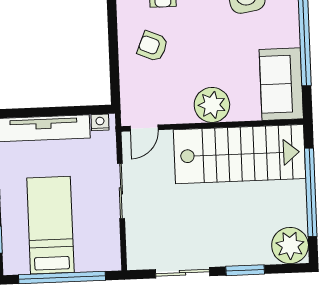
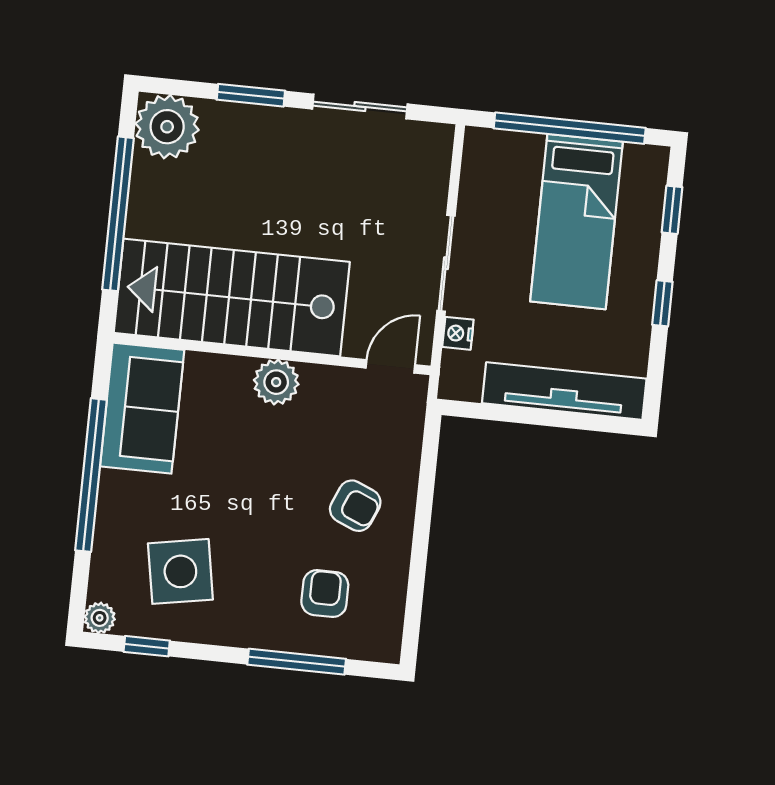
plant: (212, 105) -> (276, 382), width x0.73, depth x0.73
nightstand: (100, 122) -> (458, 333), moved, turned 90

